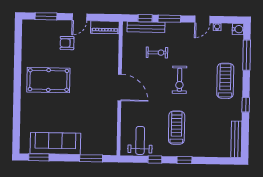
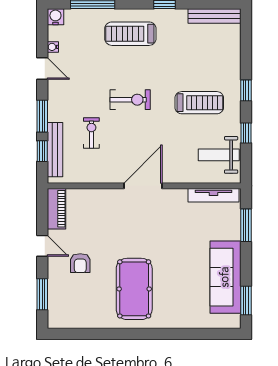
treadmill: (177, 128) -> (199, 103), turned 180
tv unit: (112, 136) -> (214, 195), added

